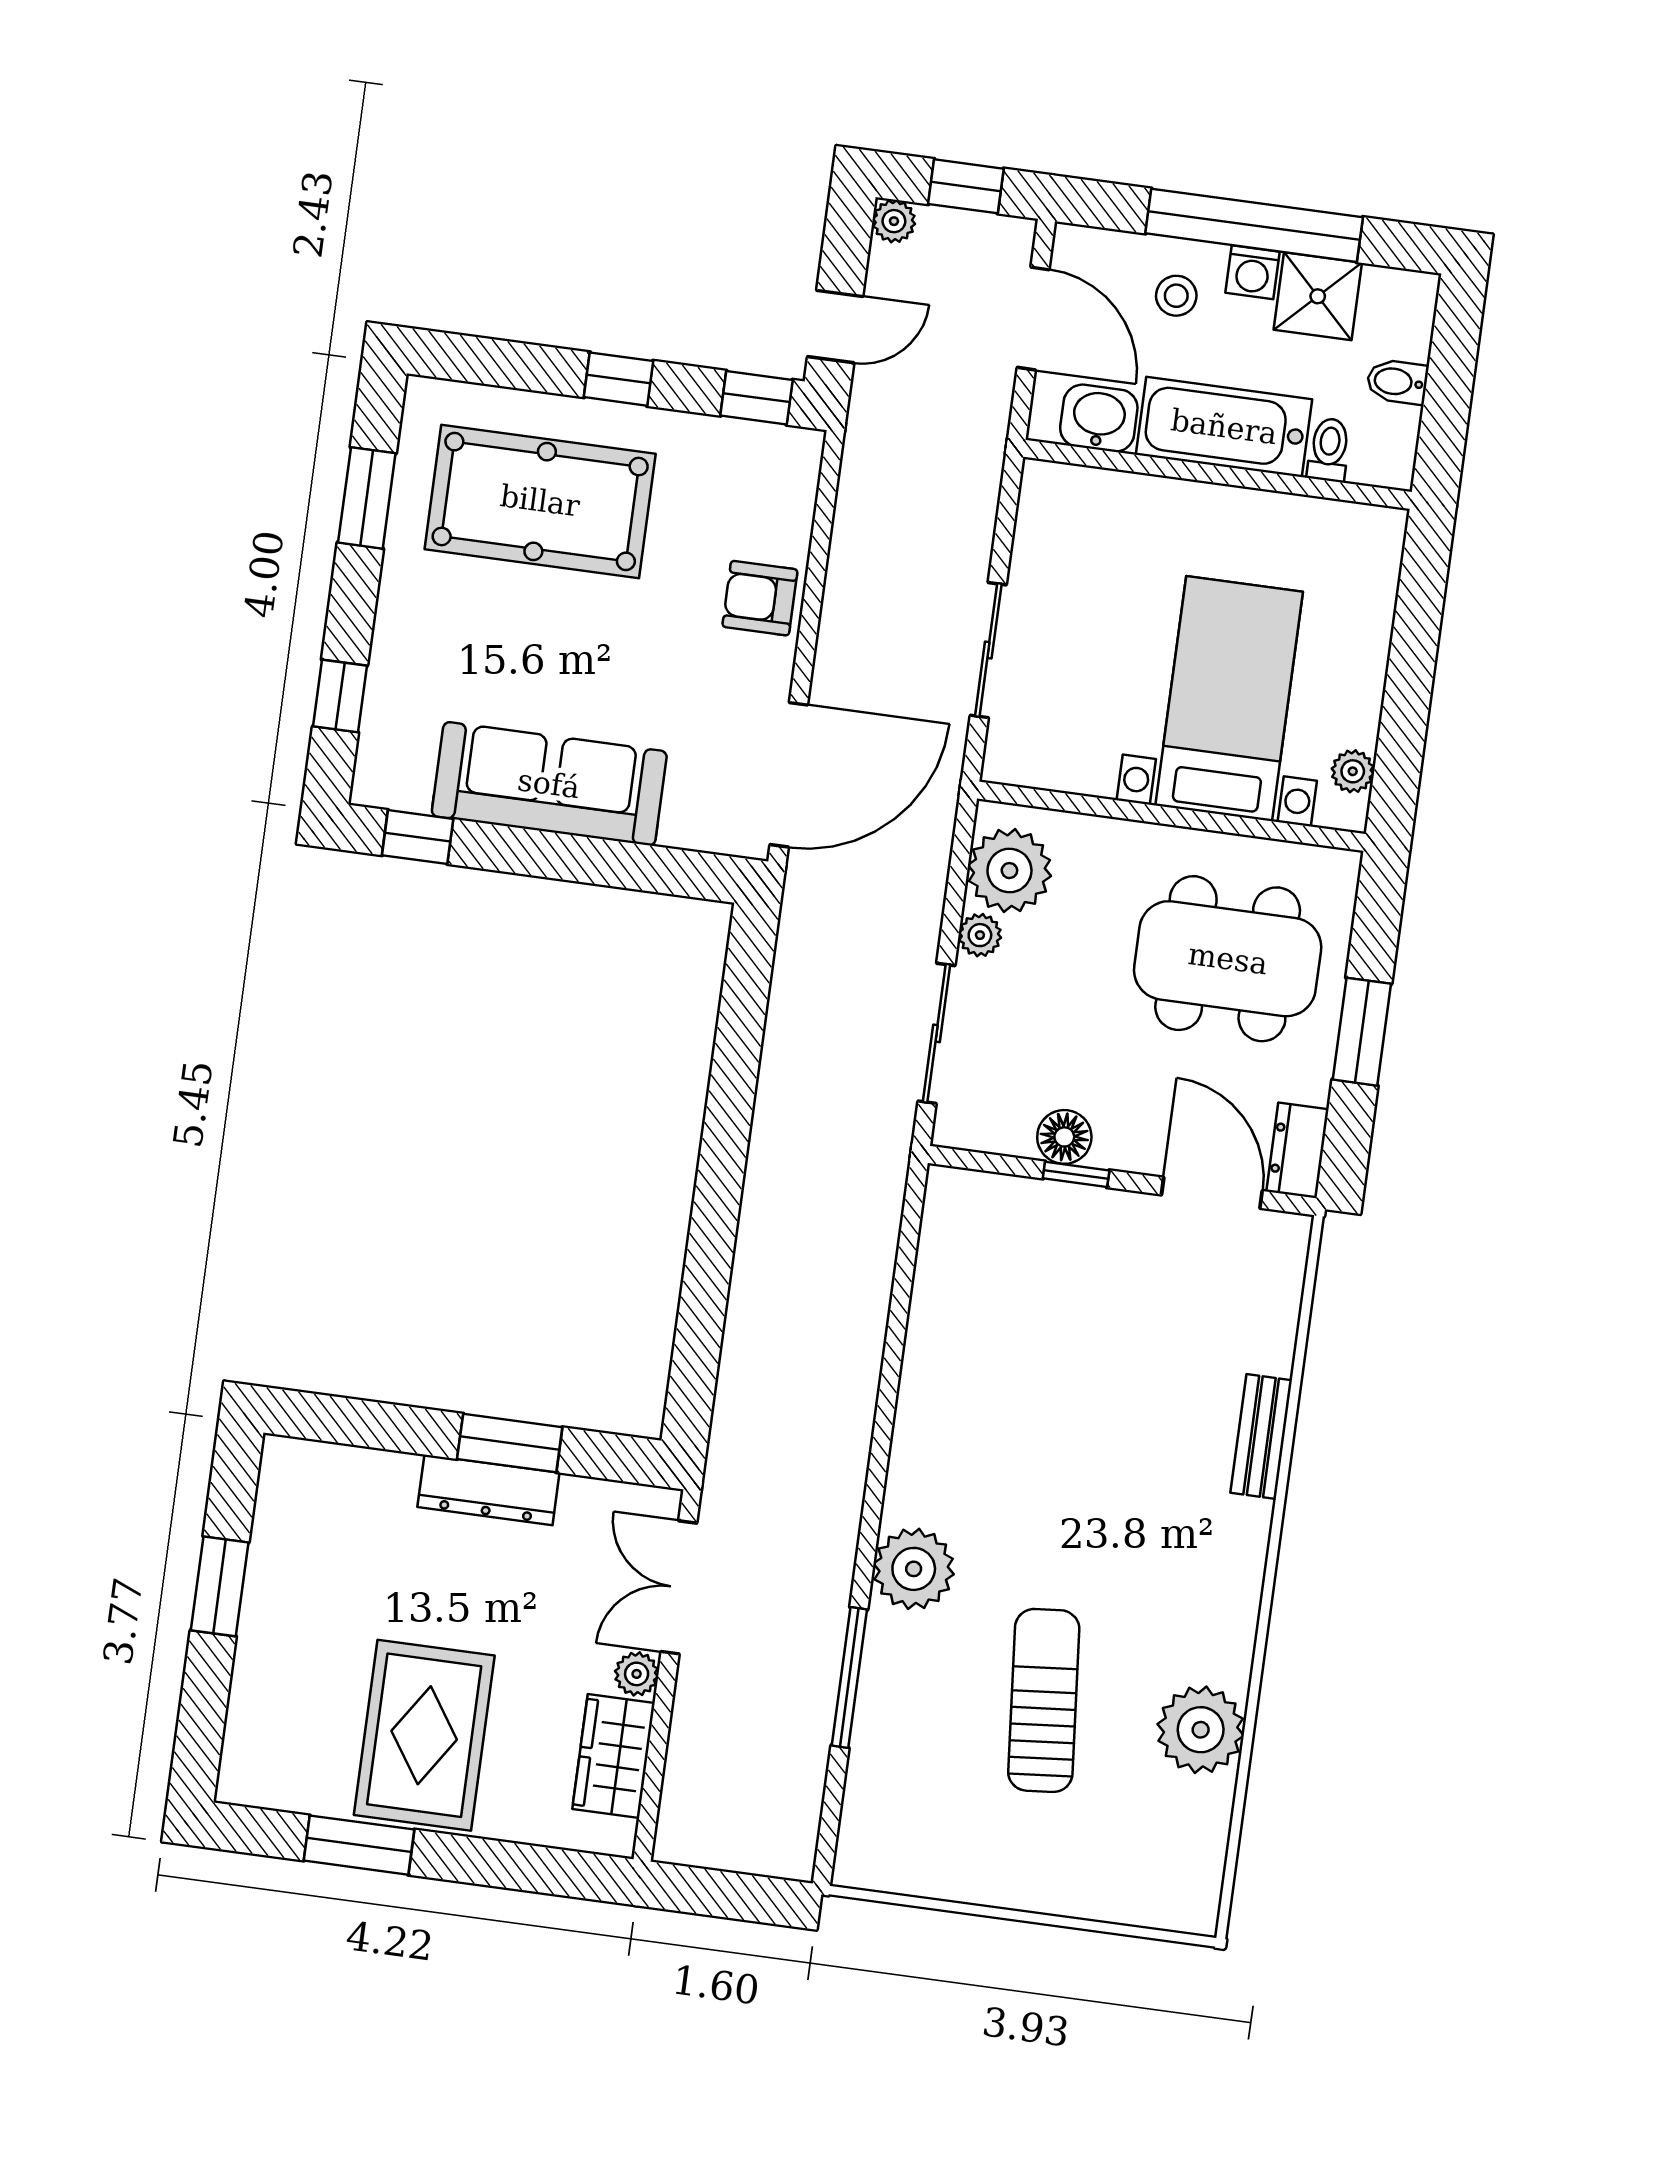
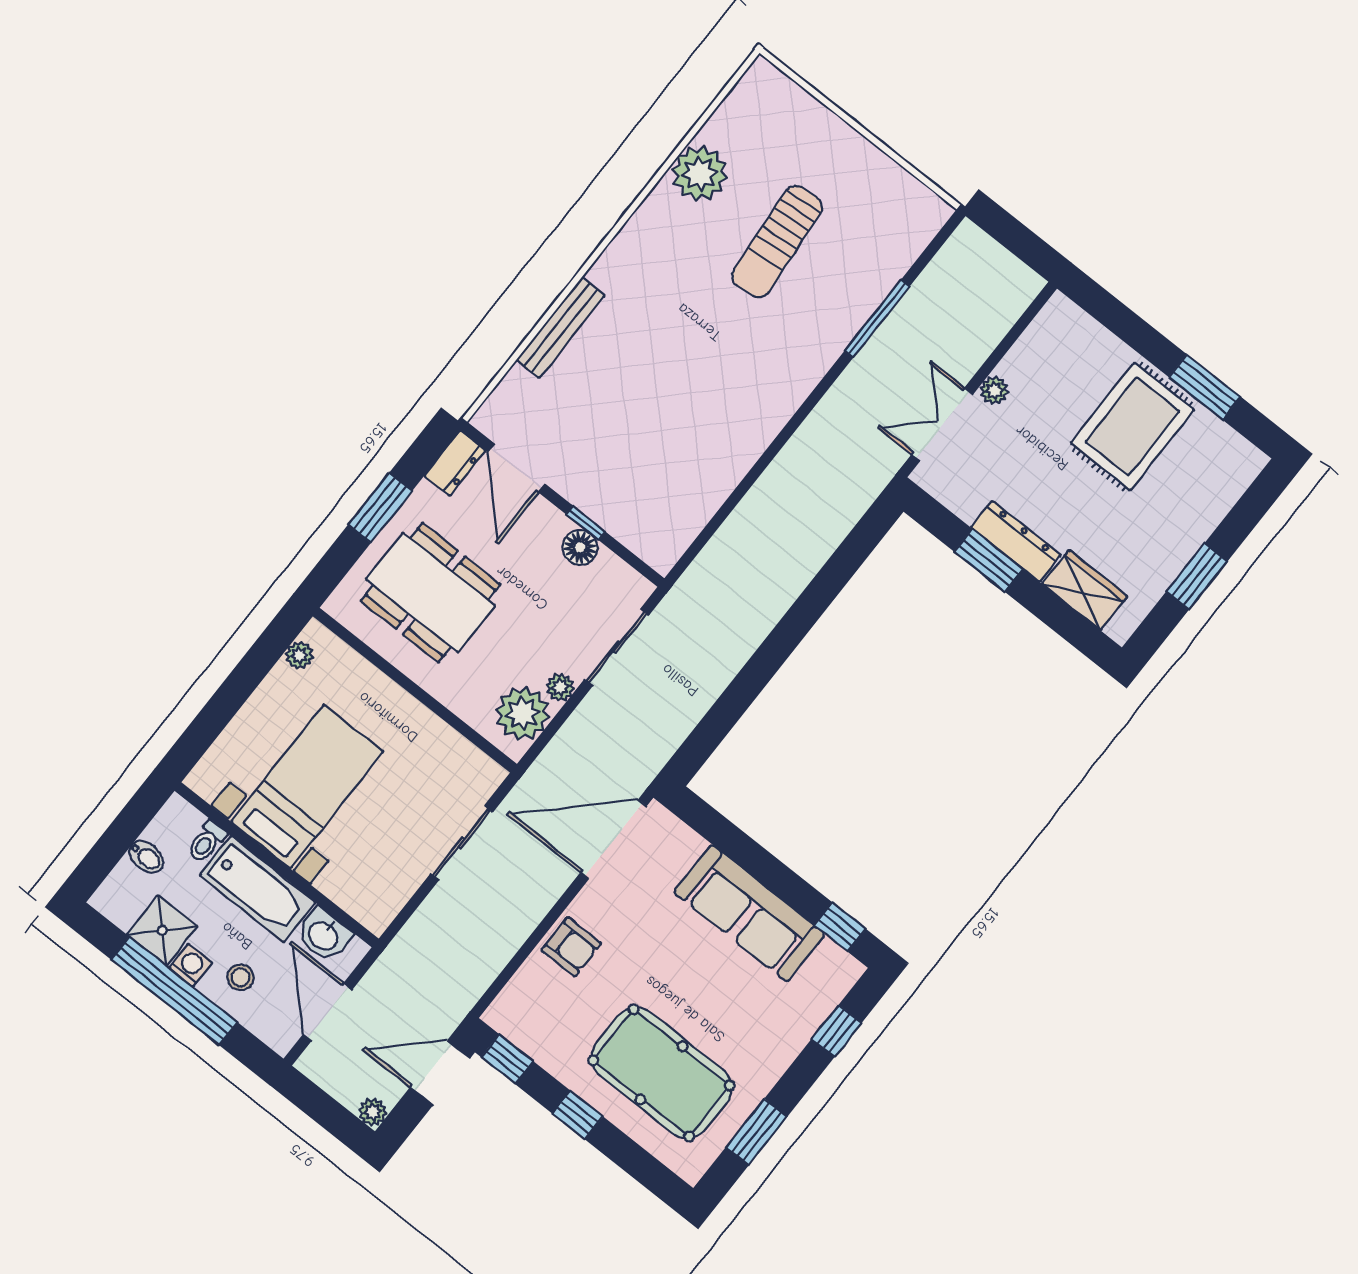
window: (966, 186) -> (321, 1108), removed
door: (835, 326) -> (440, 1073), width x1.38
bed with nightstands: (1229, 699) -> (307, 787), moved, turned 180
bench: (1261, 1436) -> (561, 327), width x1.36
plant: (914, 1569) -> (806, 357), removed
double door: (679, 1587) -> (942, 424), swing flipped
wardrobe: (614, 1756) -> (1085, 590), moved, turned -90

